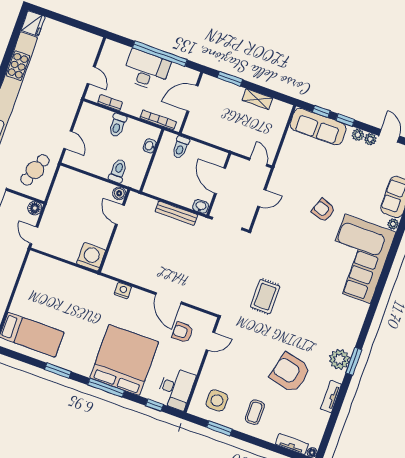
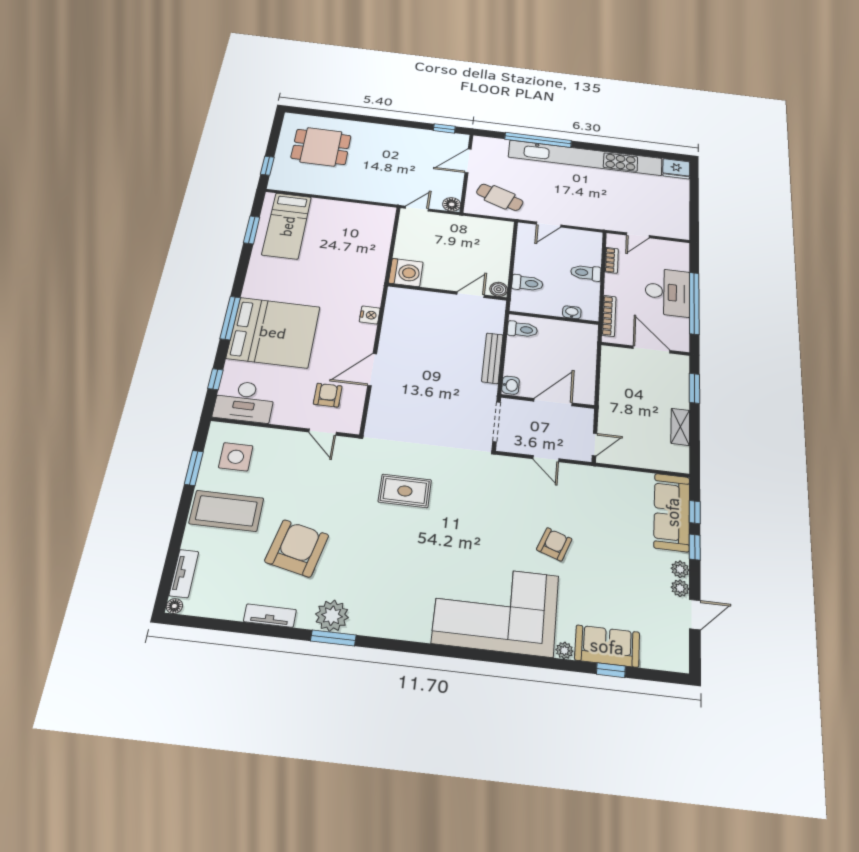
toilet: (181, 147) -> (522, 329), moved, turned 180
window: (58, 371) -> (252, 230), moved
coffee table: (255, 412) -> (226, 511), width x1.86, depth x1.72

